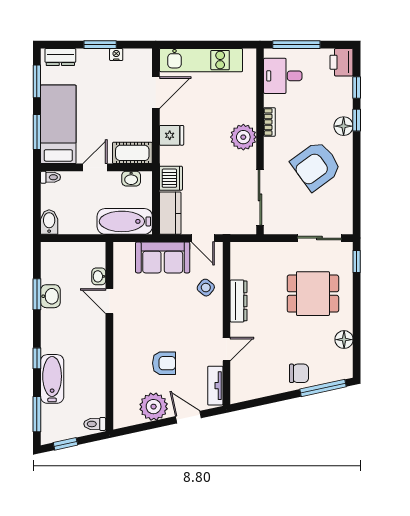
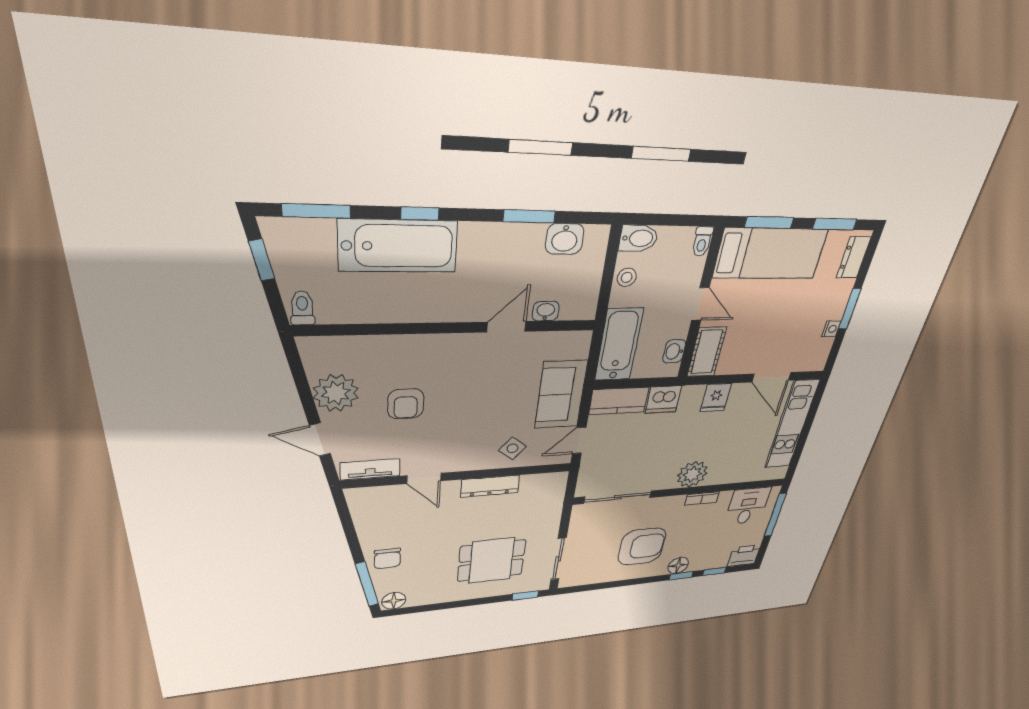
armchair: (316, 166) -> (642, 547), turned 126
stool: (75, 225) -> (627, 277), added
dining table: (313, 294) -> (492, 561), turned 90
washbasin: (50, 296) -> (565, 239), moved
floor lamp: (344, 340) -> (394, 601), moved
bathtub: (52, 379) -> (398, 246), width x1.36, depth x1.36
door: (188, 417) -> (320, 440), swing flipped

